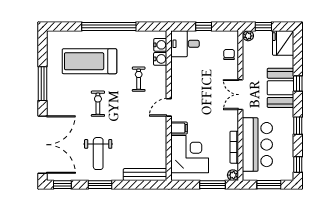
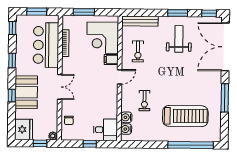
window: (109, 27) -> (191, 145), moved
exercise bike: (98, 104) -> (138, 51), moved
plant: (233, 175) -> (67, 20), removed

